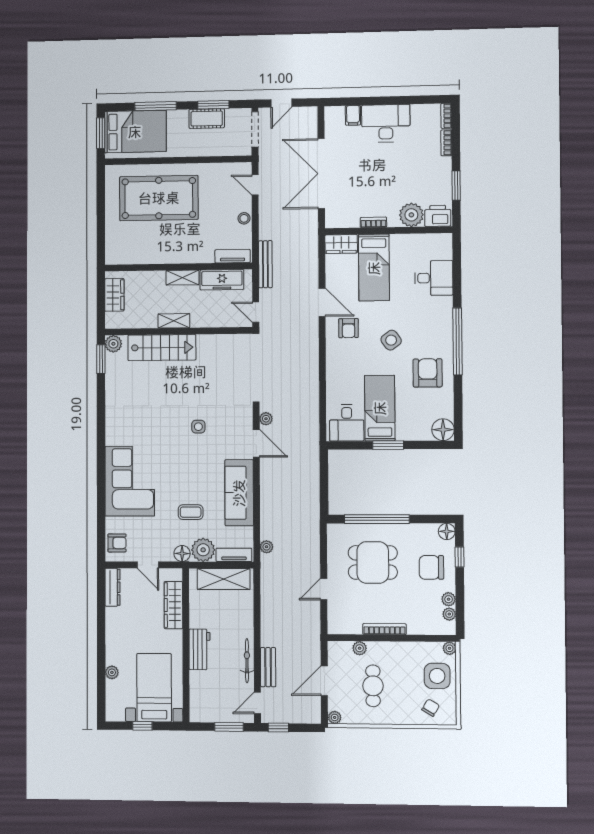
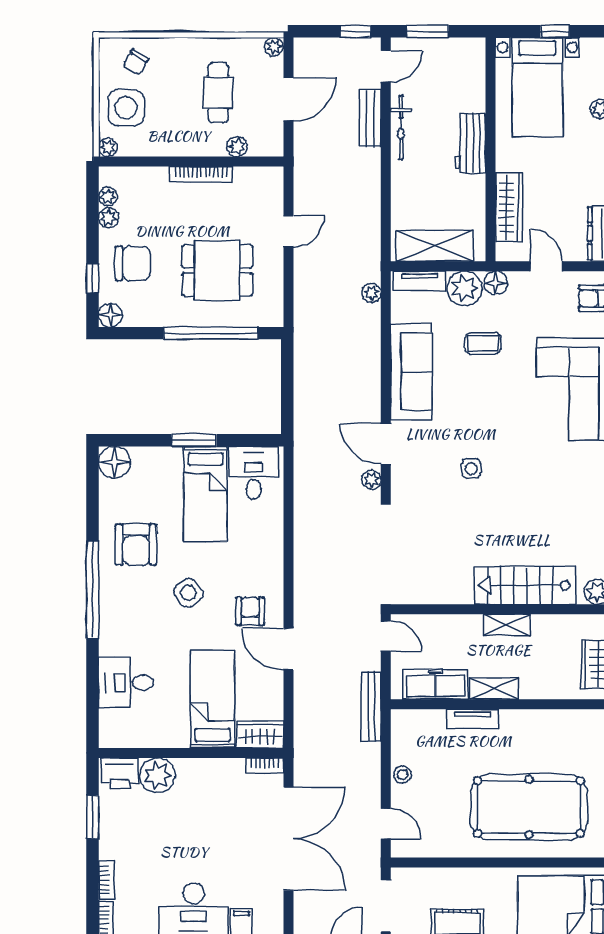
bookcase: (373, 222) -> (265, 765), moved
tv unit: (233, 256) -> (473, 719), moved

